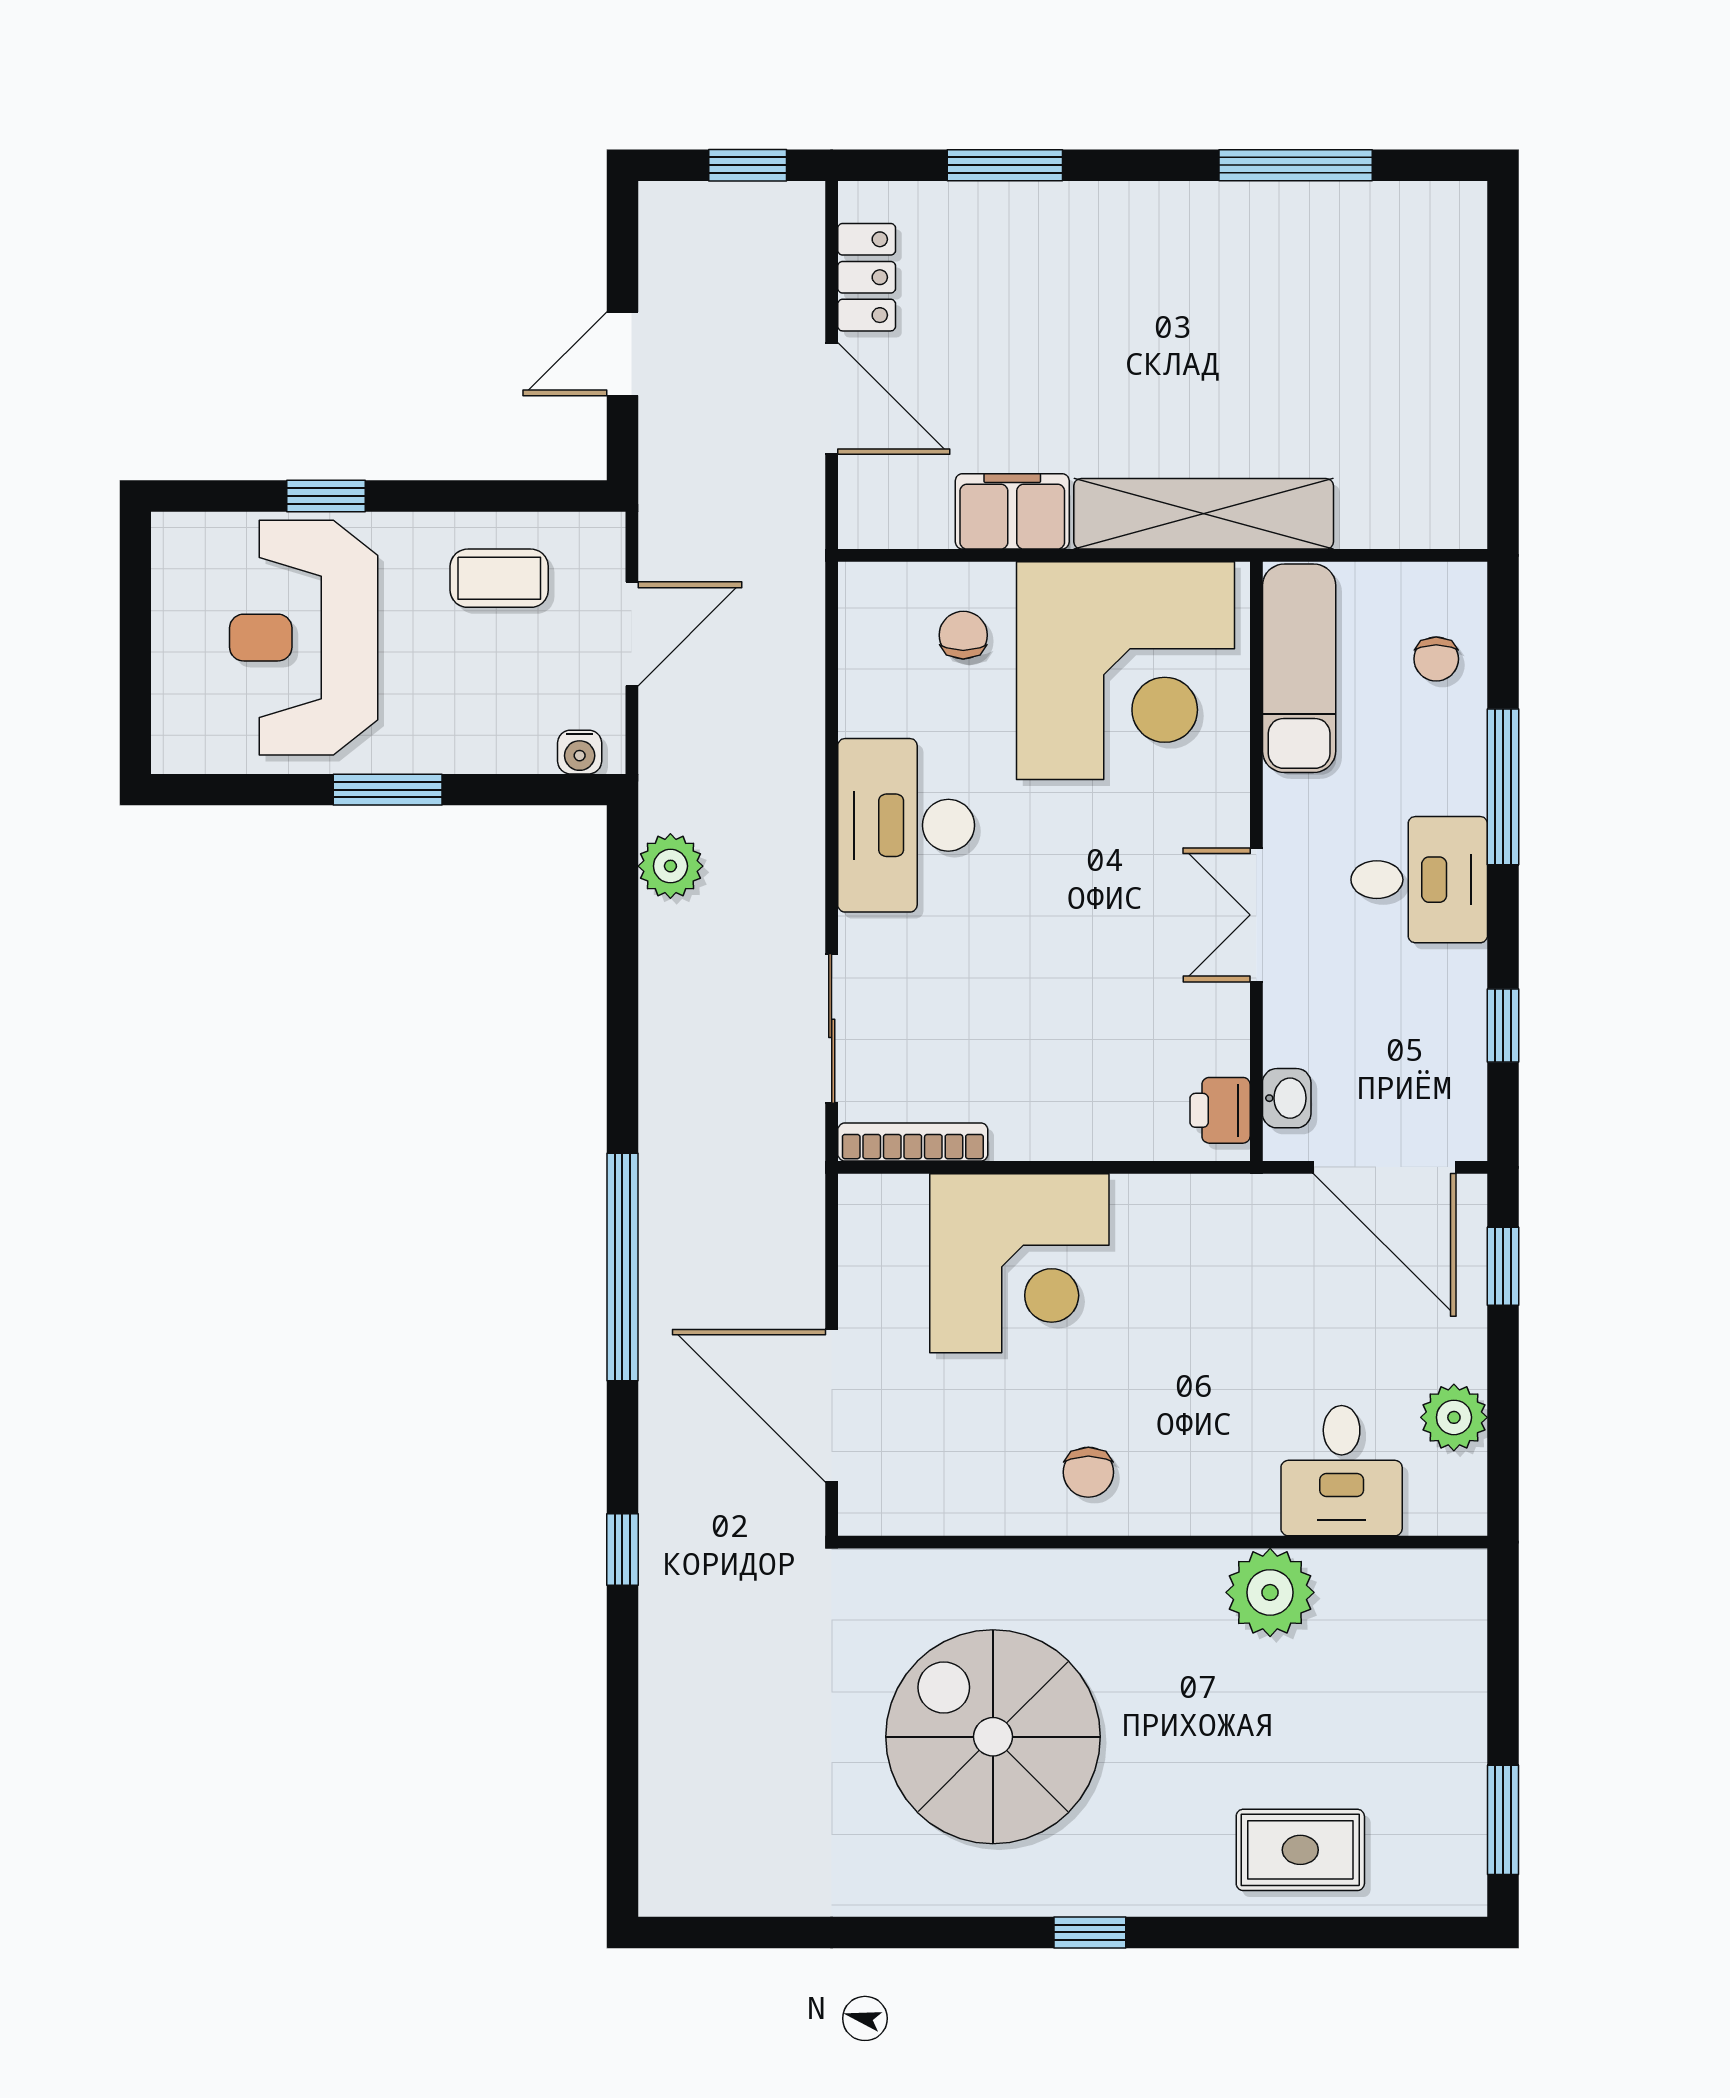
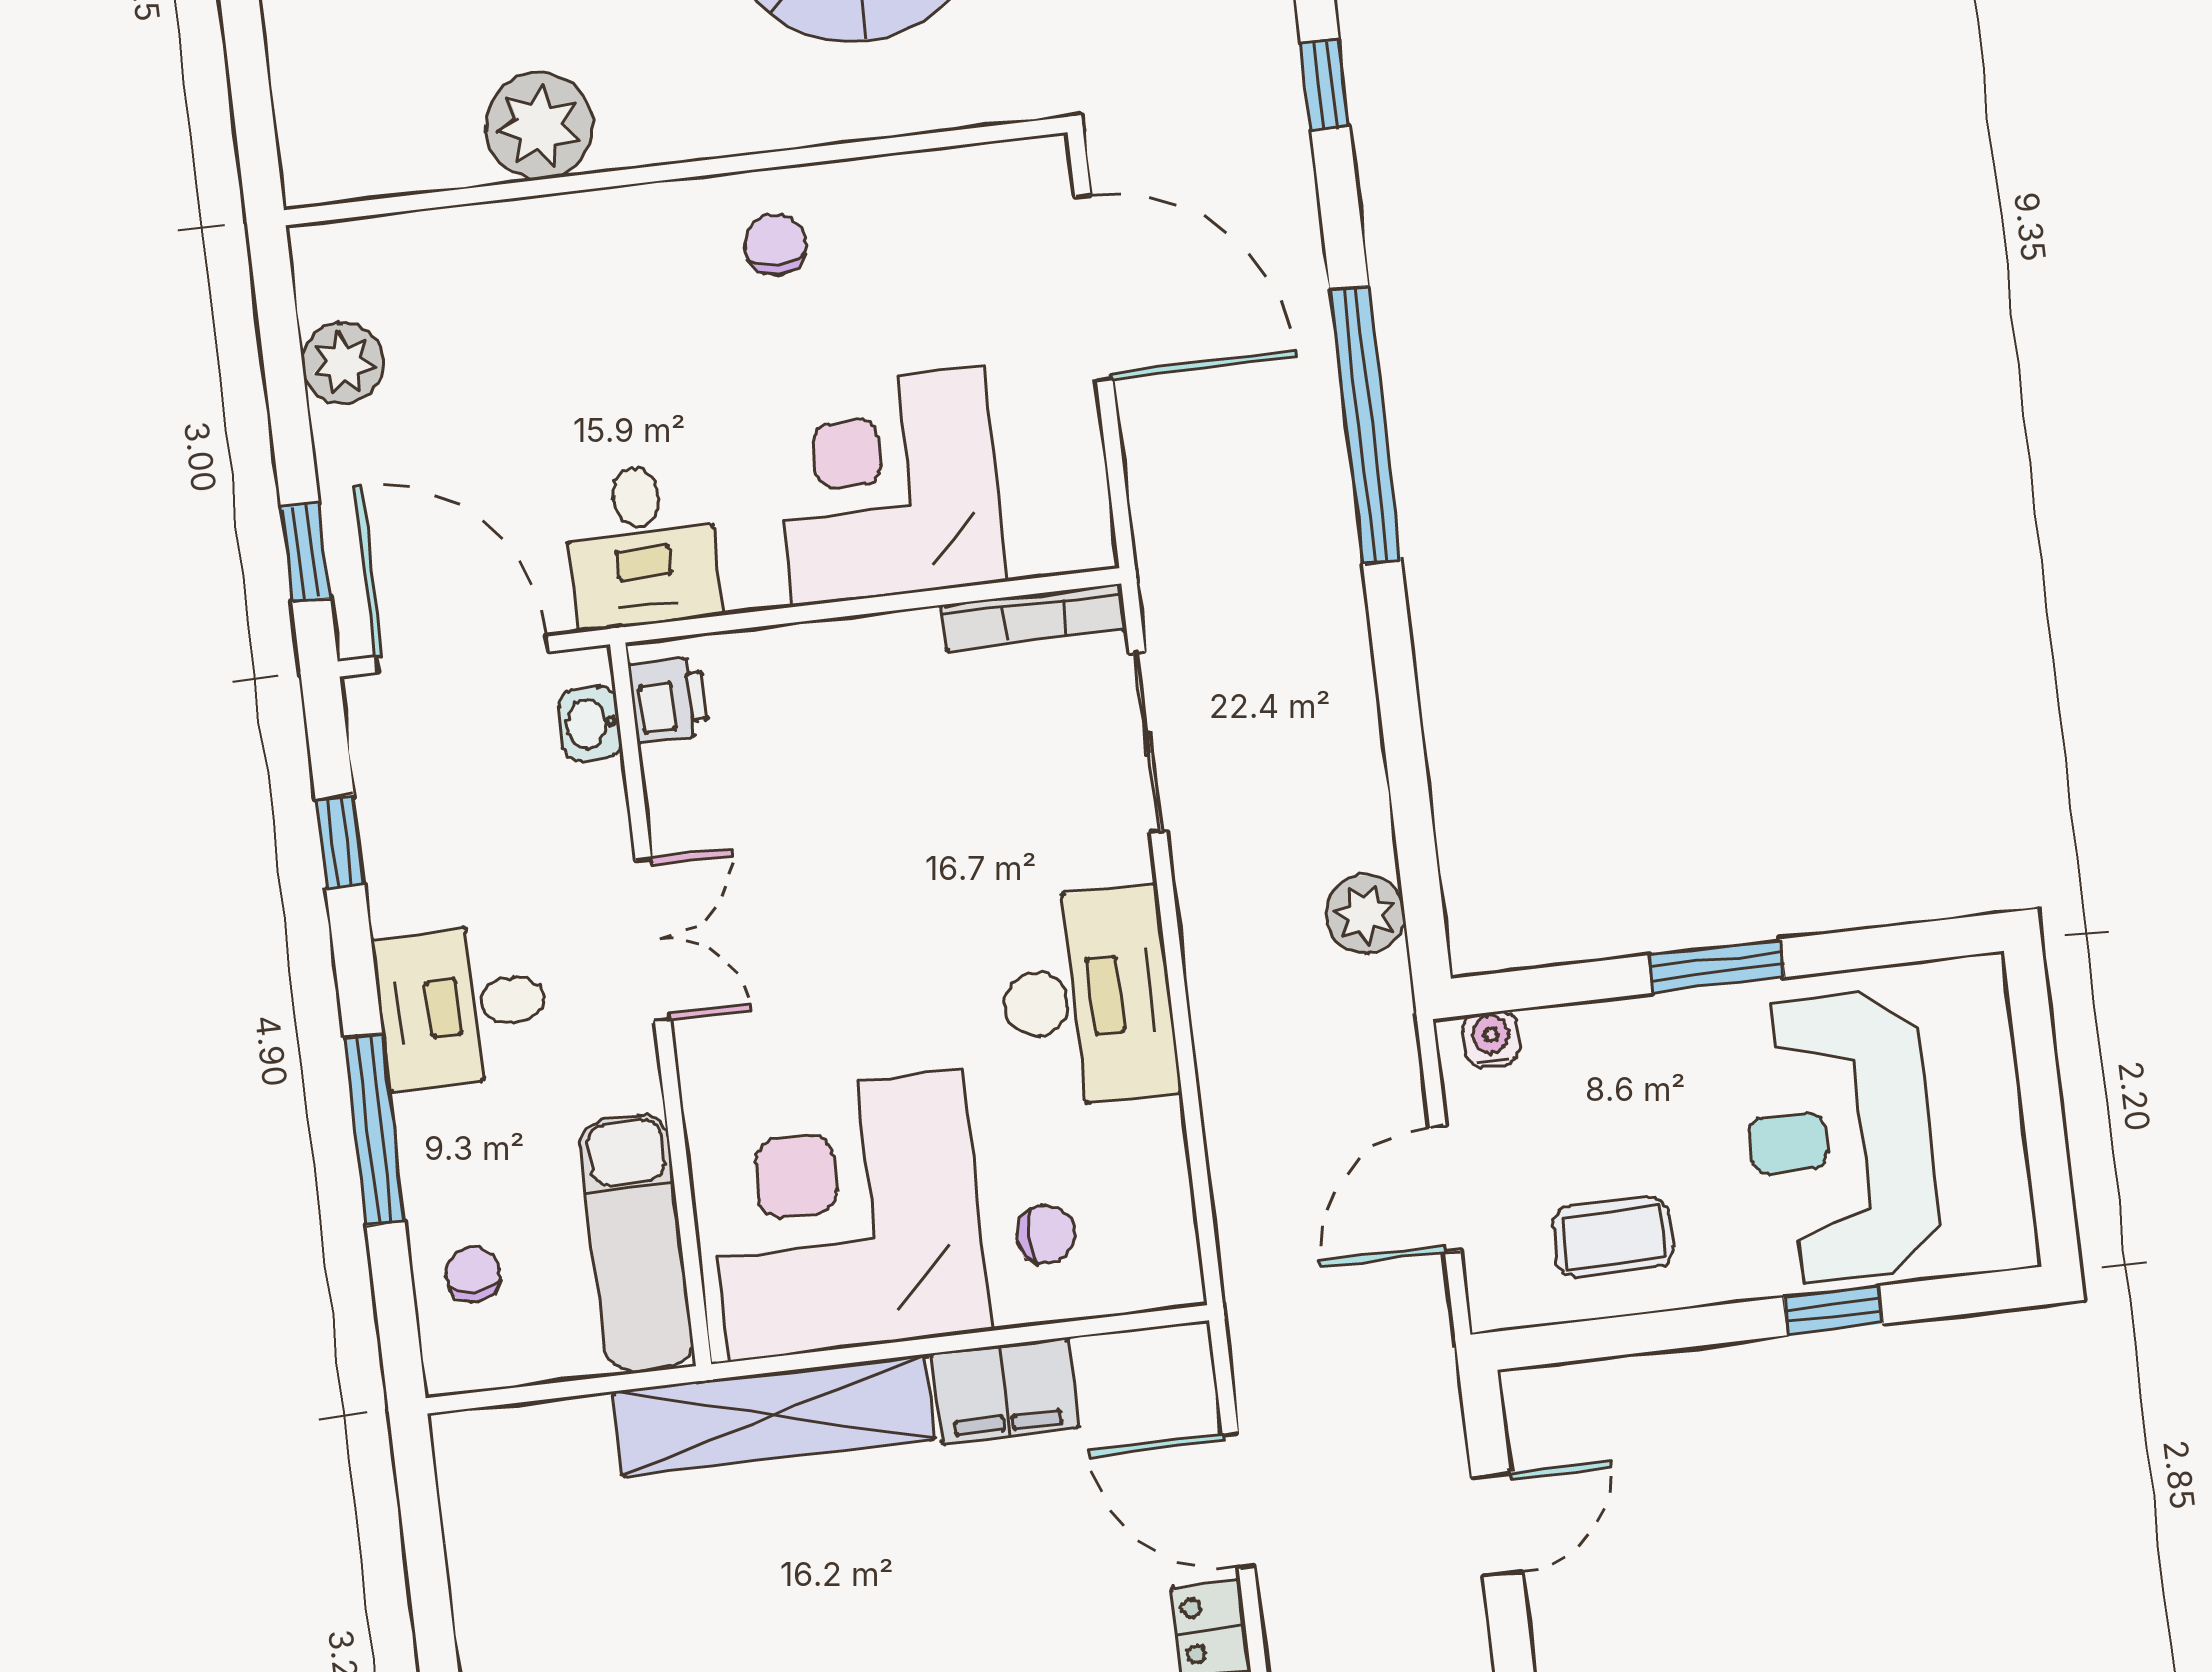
chair: (963, 635) -> (1046, 1235), turned -90
reception desk: (304, 638) -> (1840, 1137), turned 180
desk: (1342, 1471) -> (642, 546), moved, turned 180

